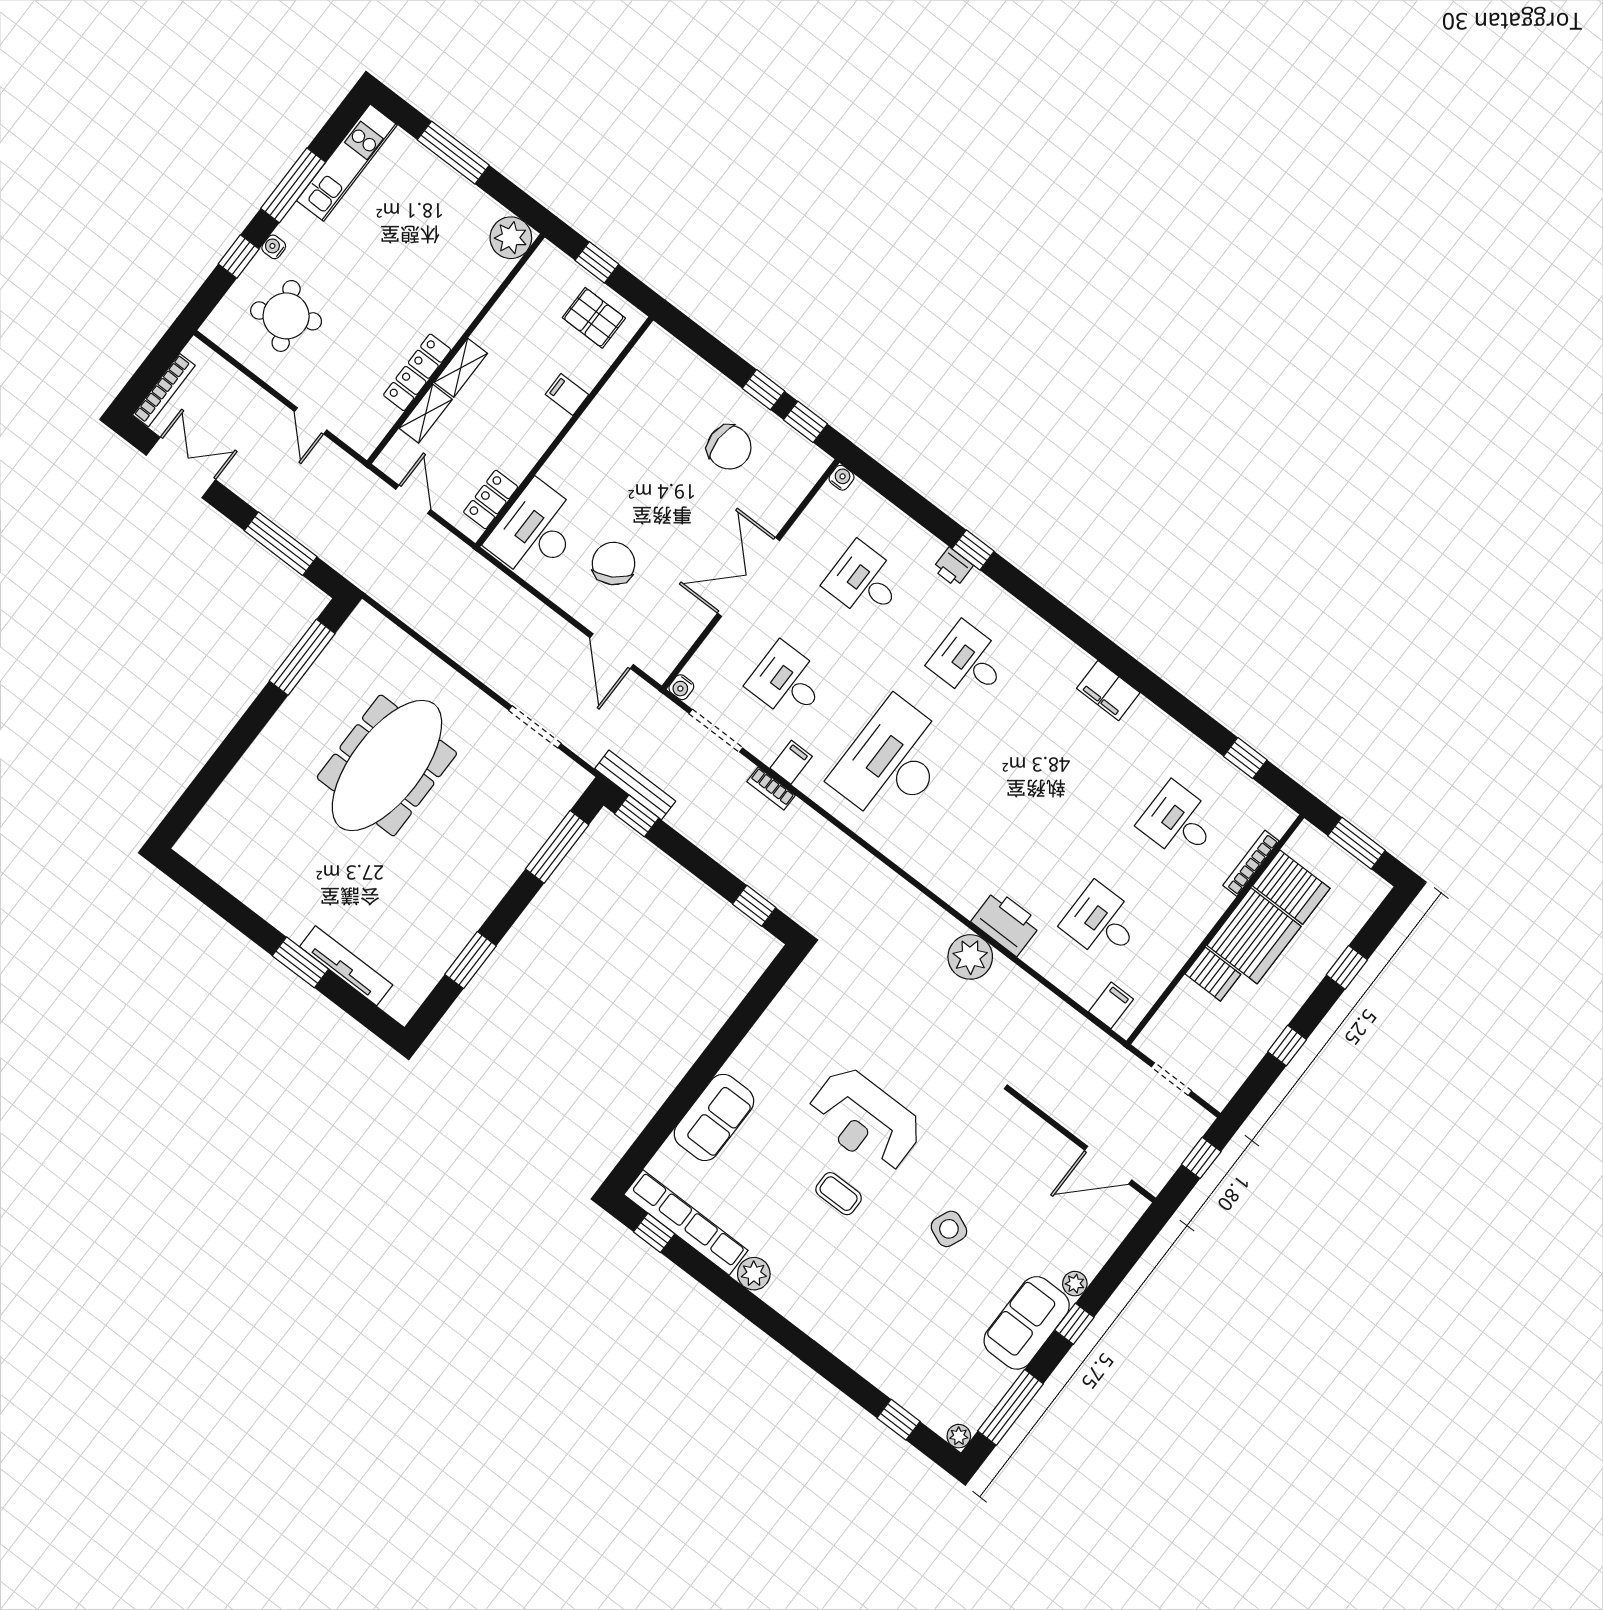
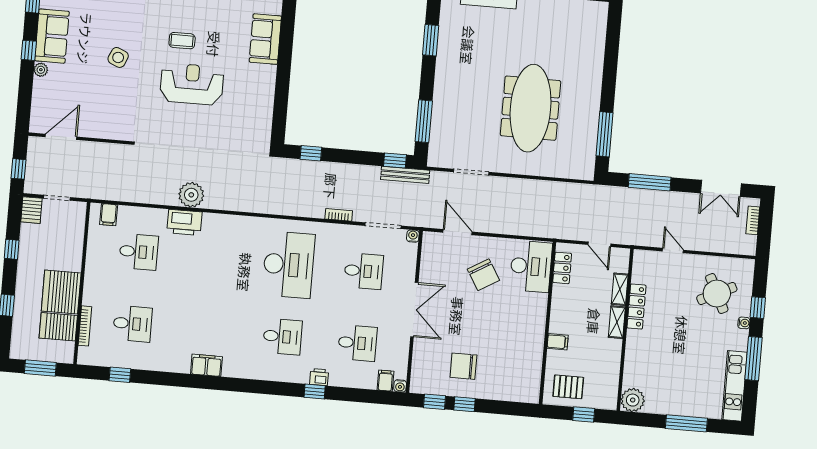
bookcase: (164, 390) -> (753, 220), width x0.64
filing cabinet: (791, 762) -> (385, 381), moved, turned 180
server rack: (1213, 974) -> (31, 210), moved, turned -90

